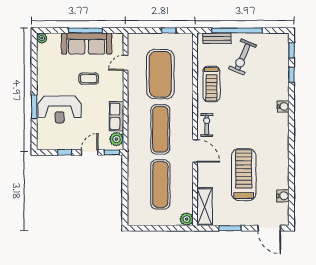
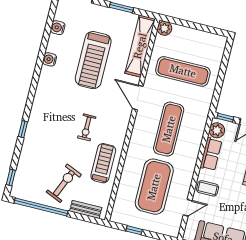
window: (237, 30) -> (41, 207), moved
window: (291, 75) -> (23, 129), moved
coffee table: (89, 79) -> (208, 188), moved
water cooler: (283, 106) -> (50, 59), moved
exercise bike: (207, 125) -> (87, 127), moved
exercise mat: (160, 184) -> (183, 71), turned 90
shelving: (205, 207) -> (140, 46), width x1.47

